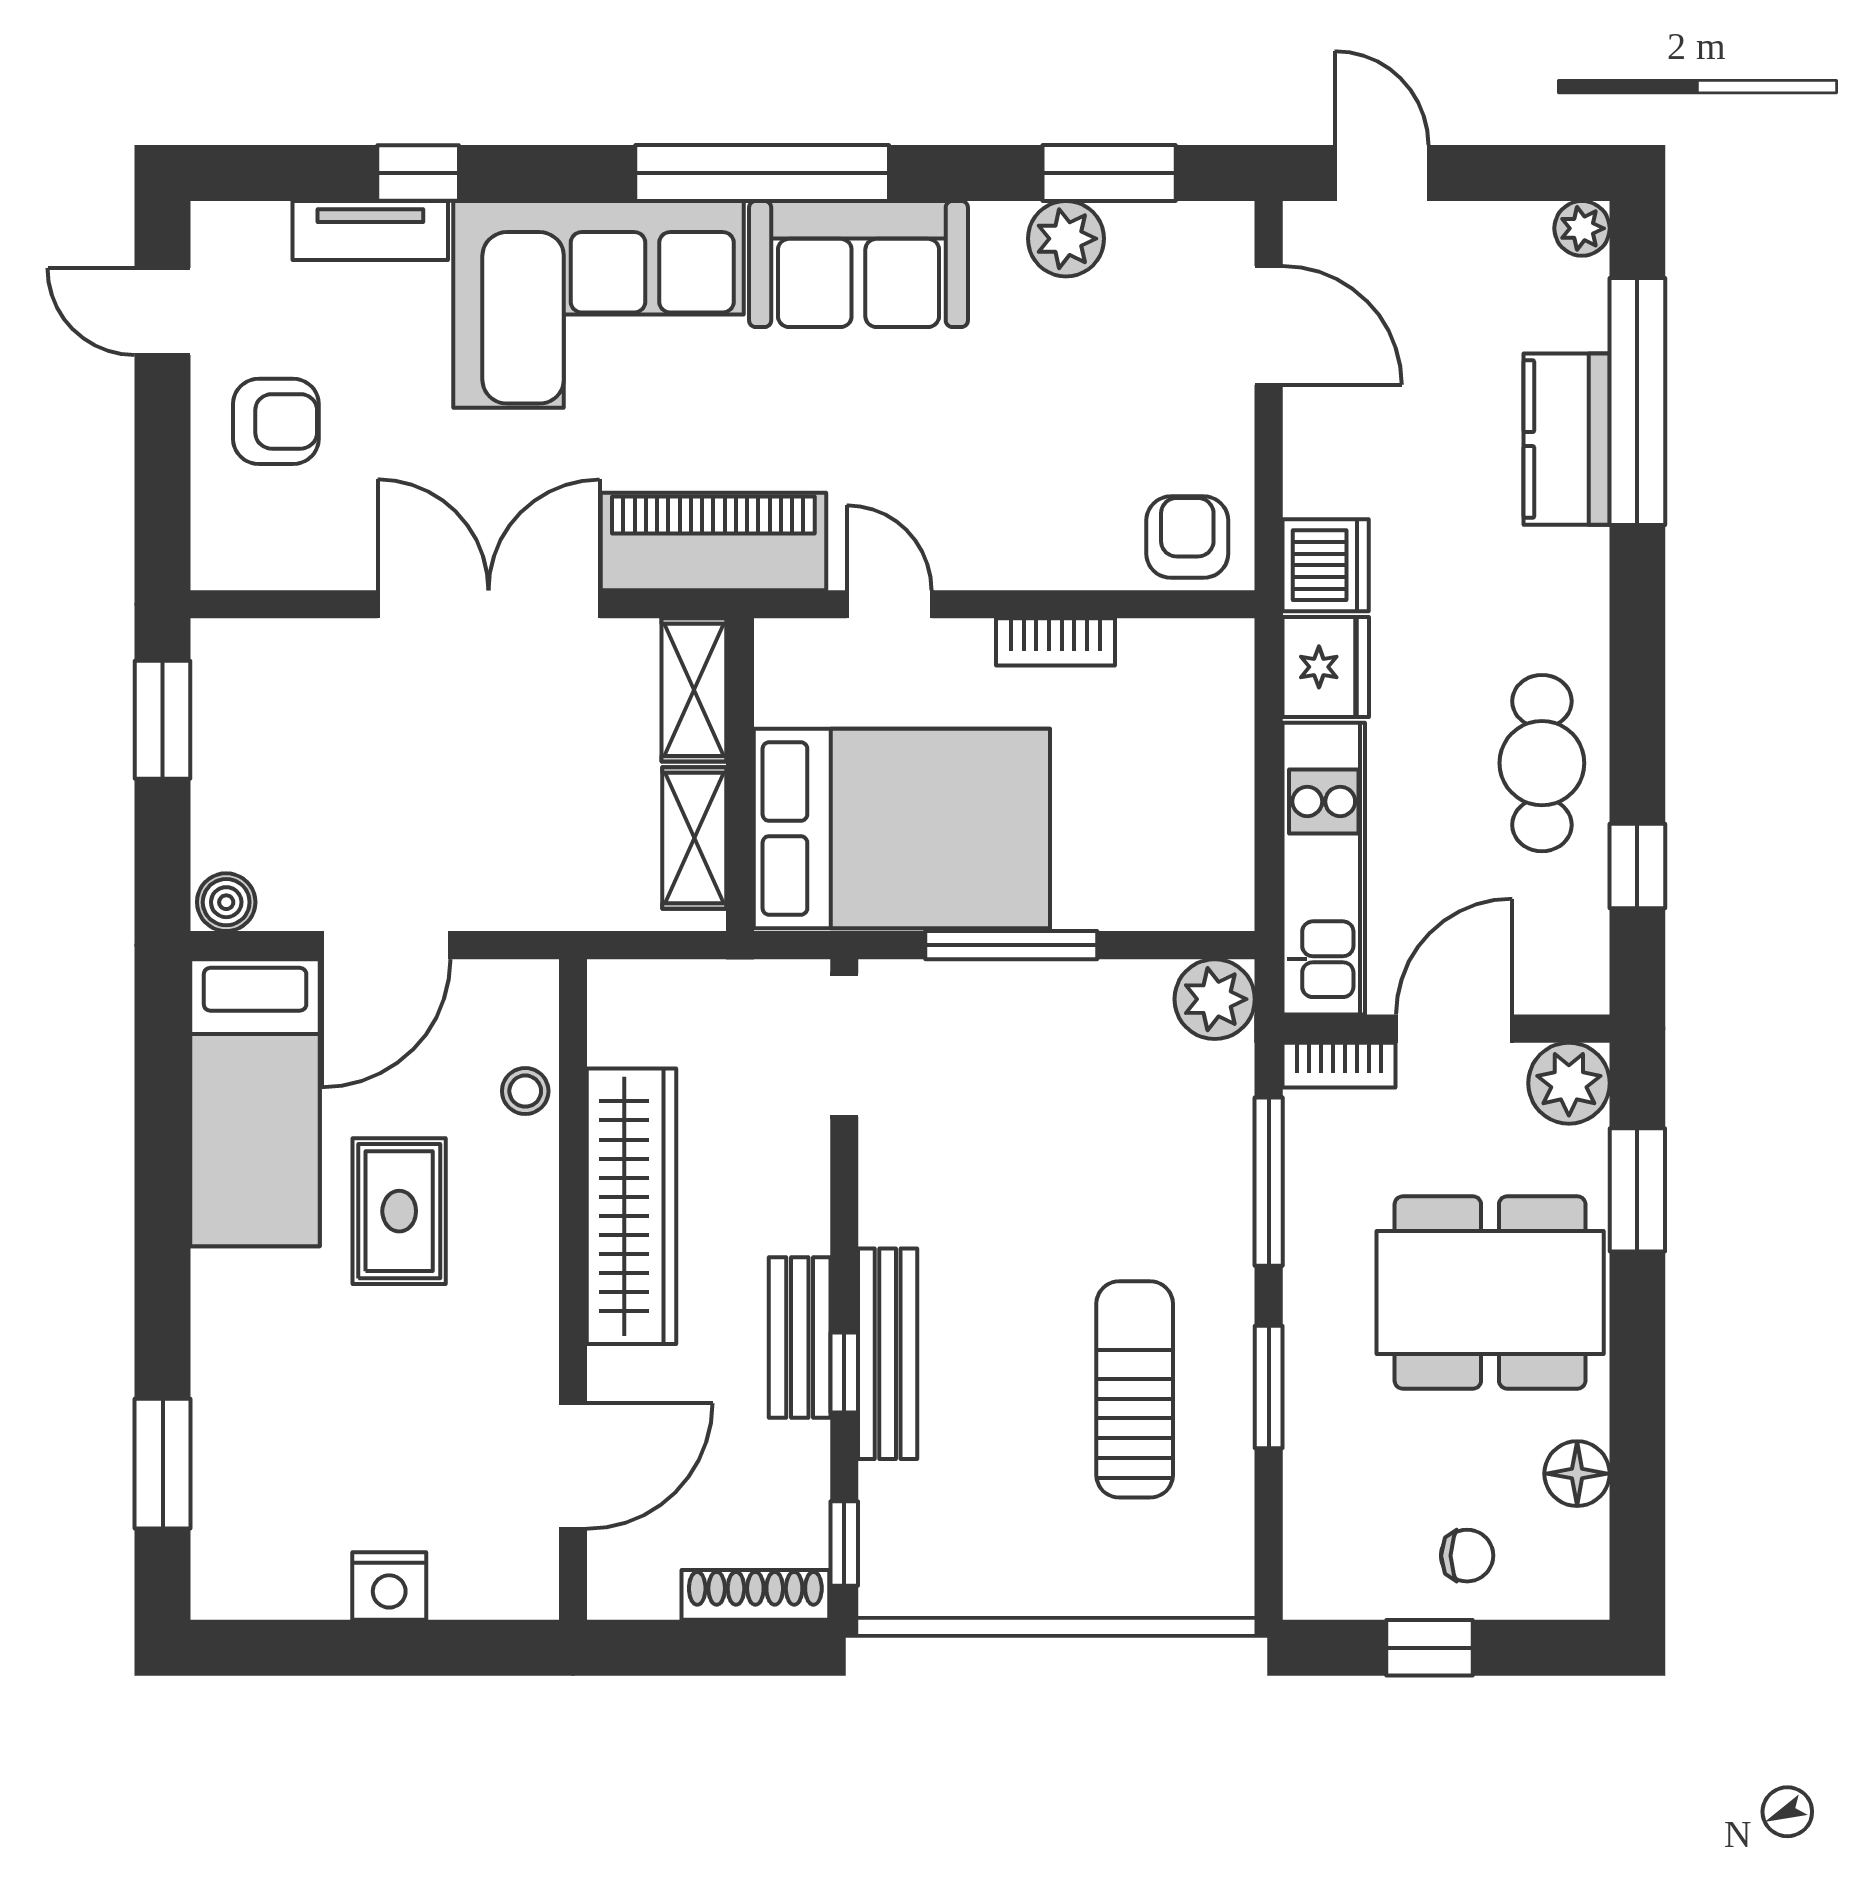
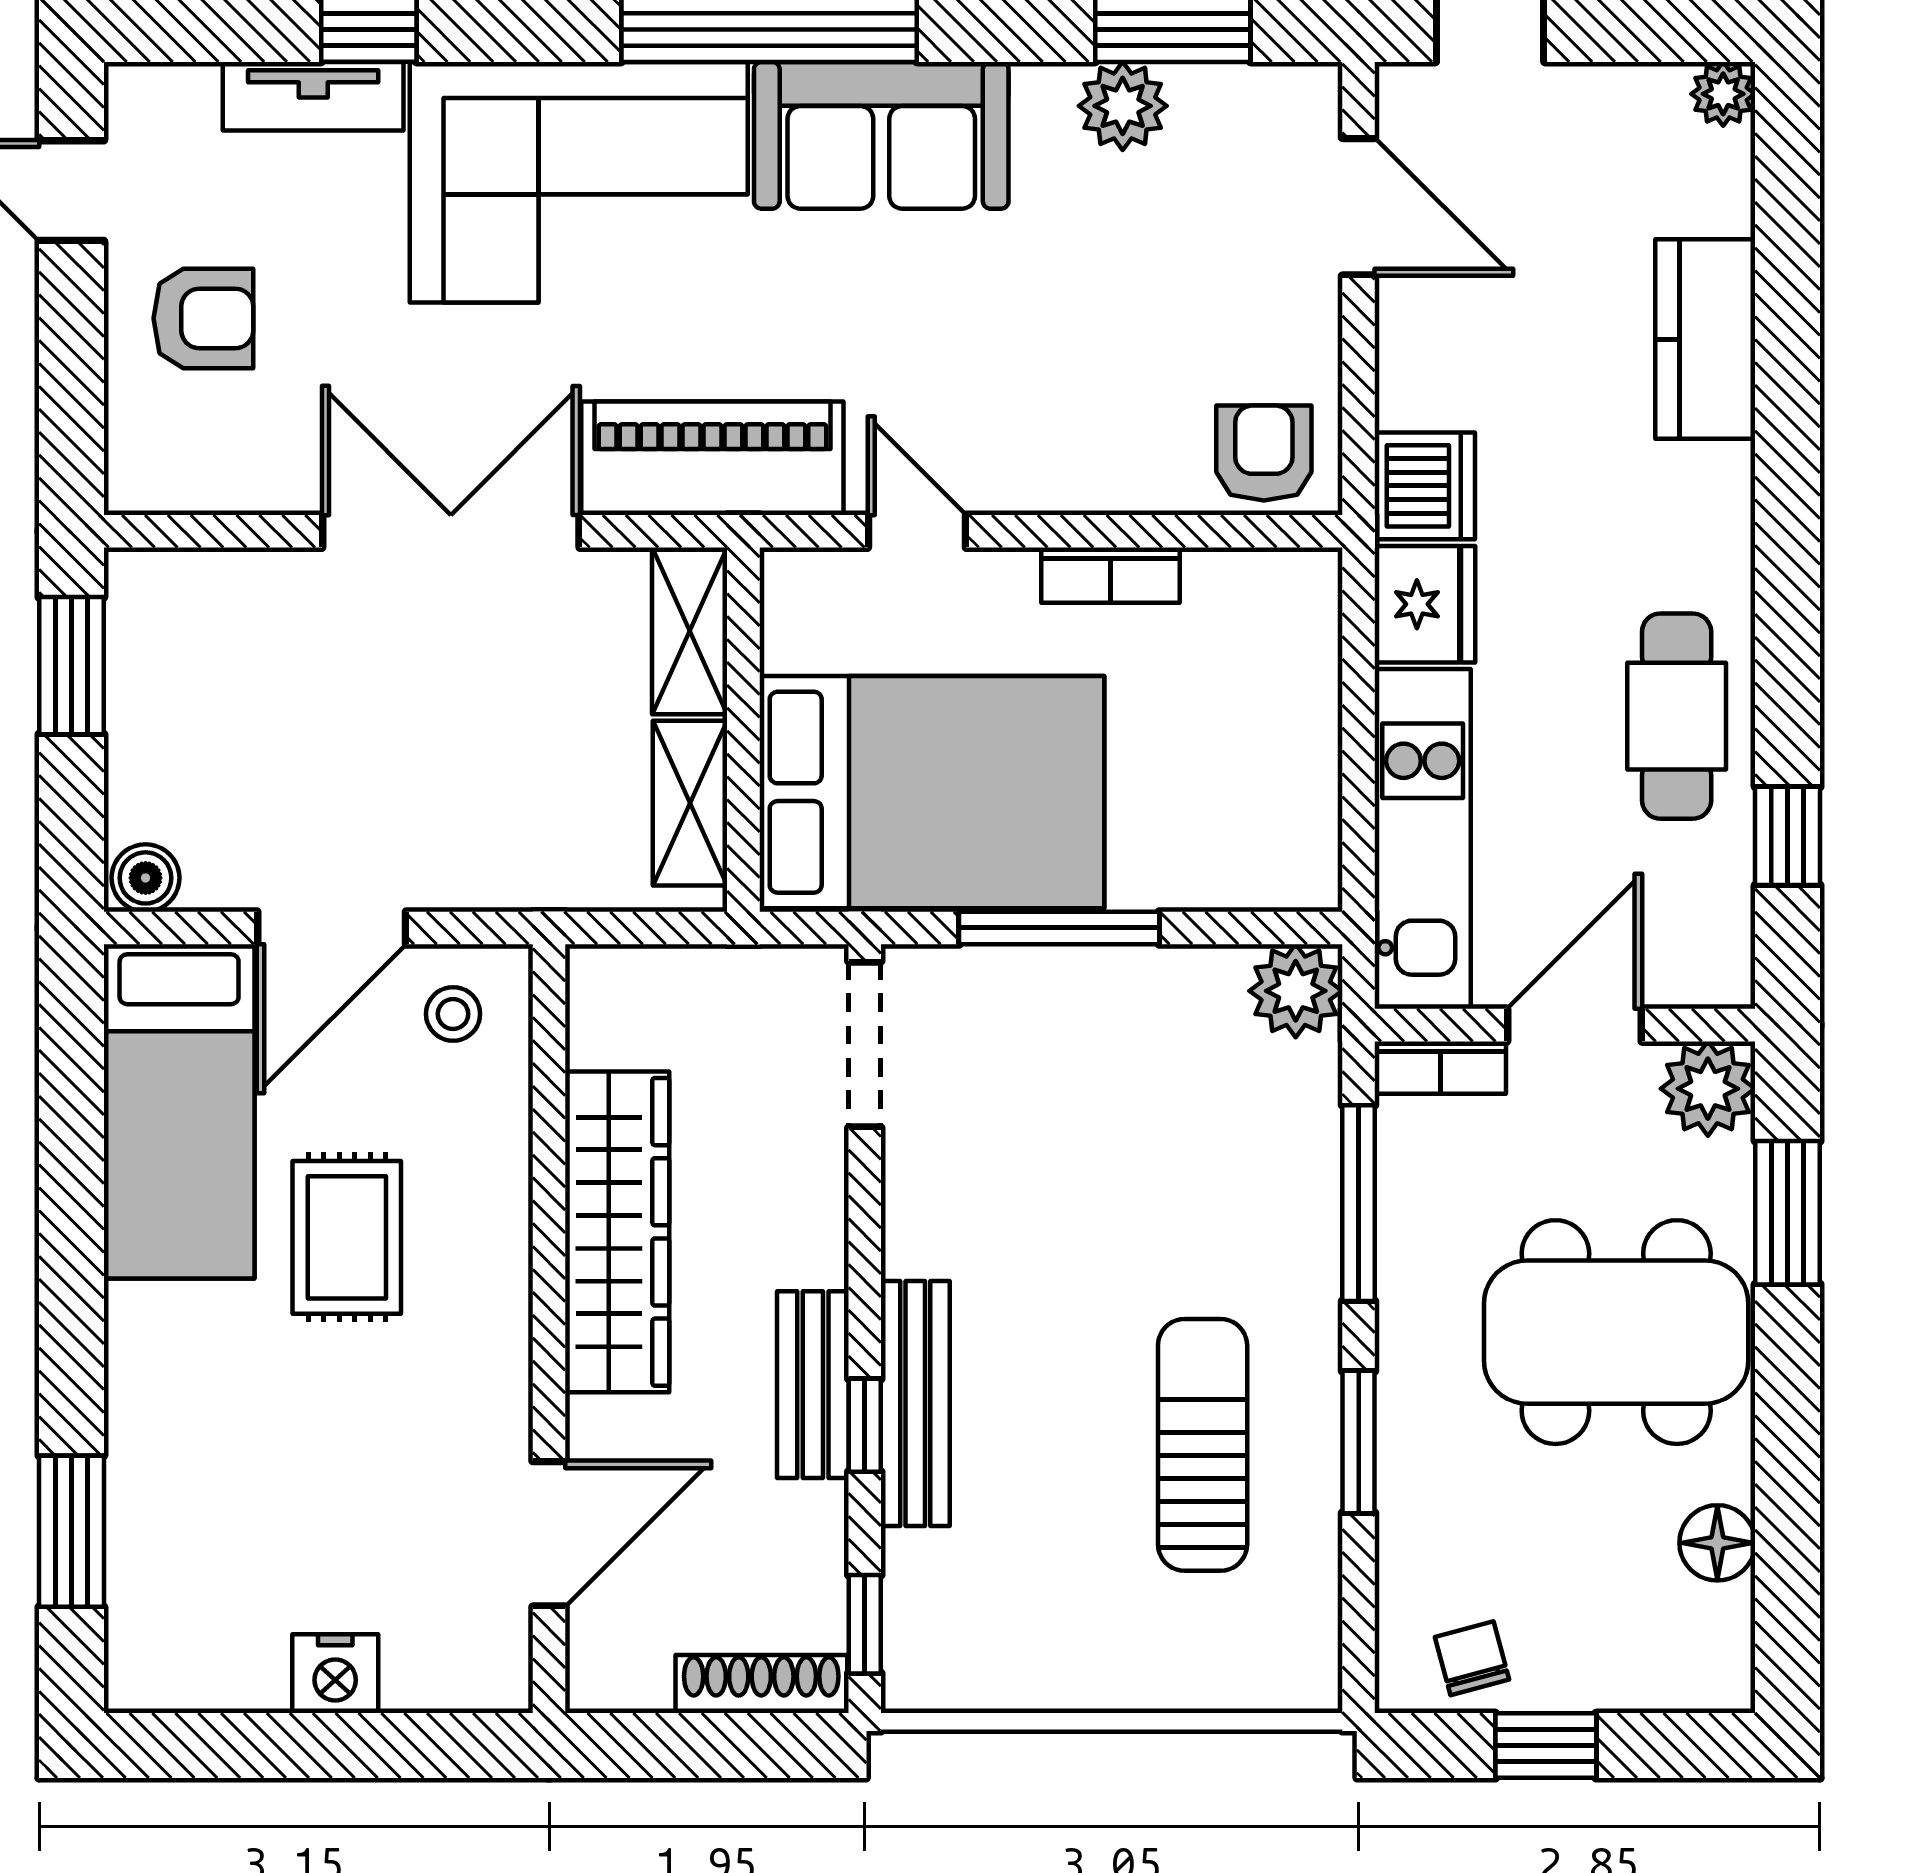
window: (1637, 401) -> (1788, 295), removed
stool: (525, 1091) -> (453, 1014), moved
chair: (1467, 1556) -> (1472, 1658), moved, turned -105

